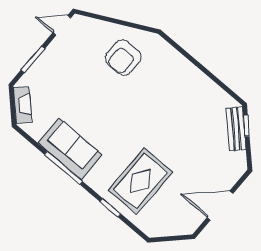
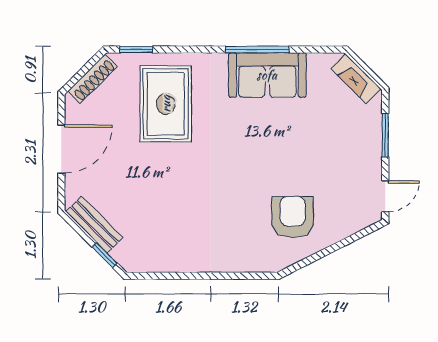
bench: (236, 129) -> (94, 225), moved
window: (110, 208) -> (136, 50), moved
shoe rack: (169, 230) -> (93, 79), added

